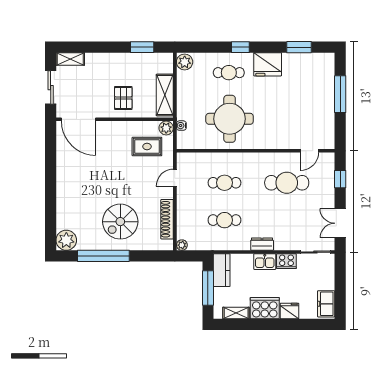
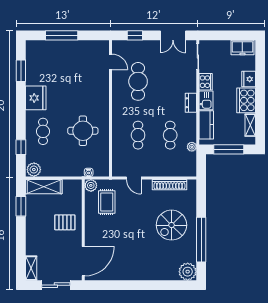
window: (240, 47) -> (21, 147), moved
shelving: (165, 95) -> (44, 187), moved
round table: (230, 119) -> (83, 131), width x0.73, depth x0.73
spiral stairs: (120, 222) -> (171, 225), turned 90
plant: (182, 245) -> (192, 147), moved
kitchen counter: (222, 270) -> (206, 125), moved, turned 90

